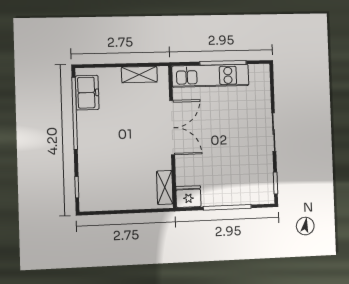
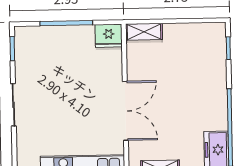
double door: (172, 128) -> (125, 111), swing flipped
shelving: (165, 187) -> (144, 32), moved, turned 90

